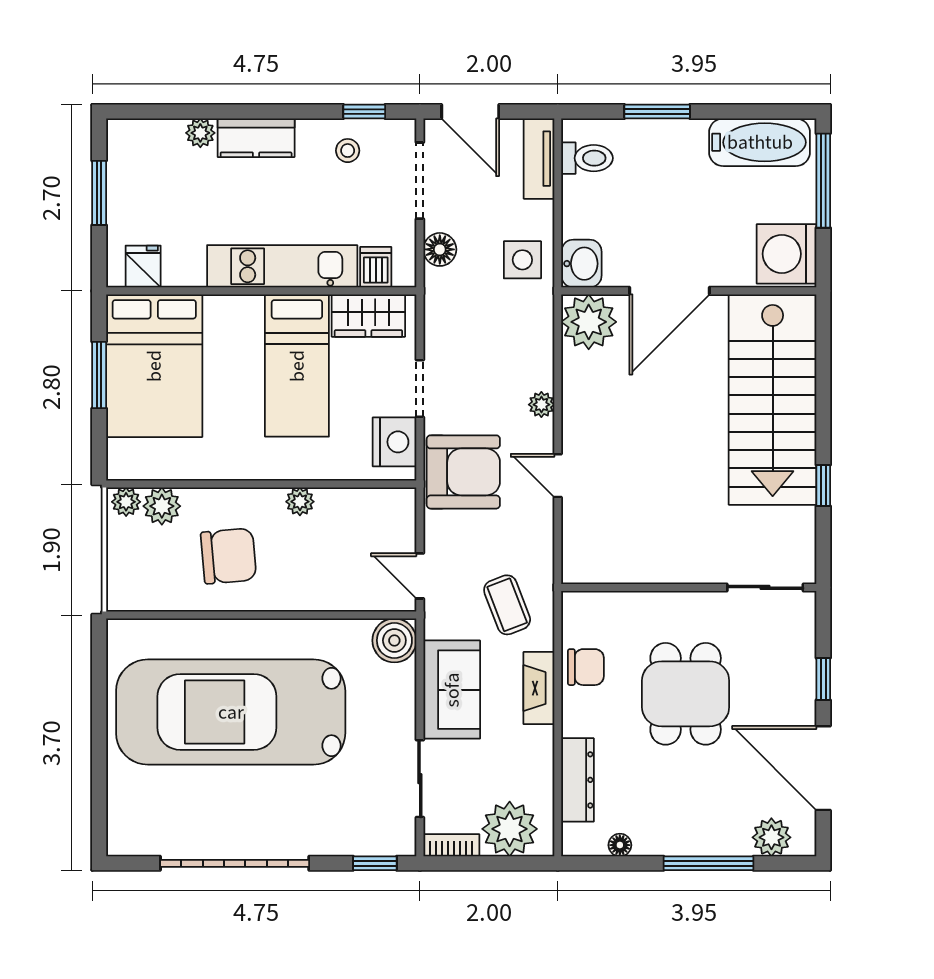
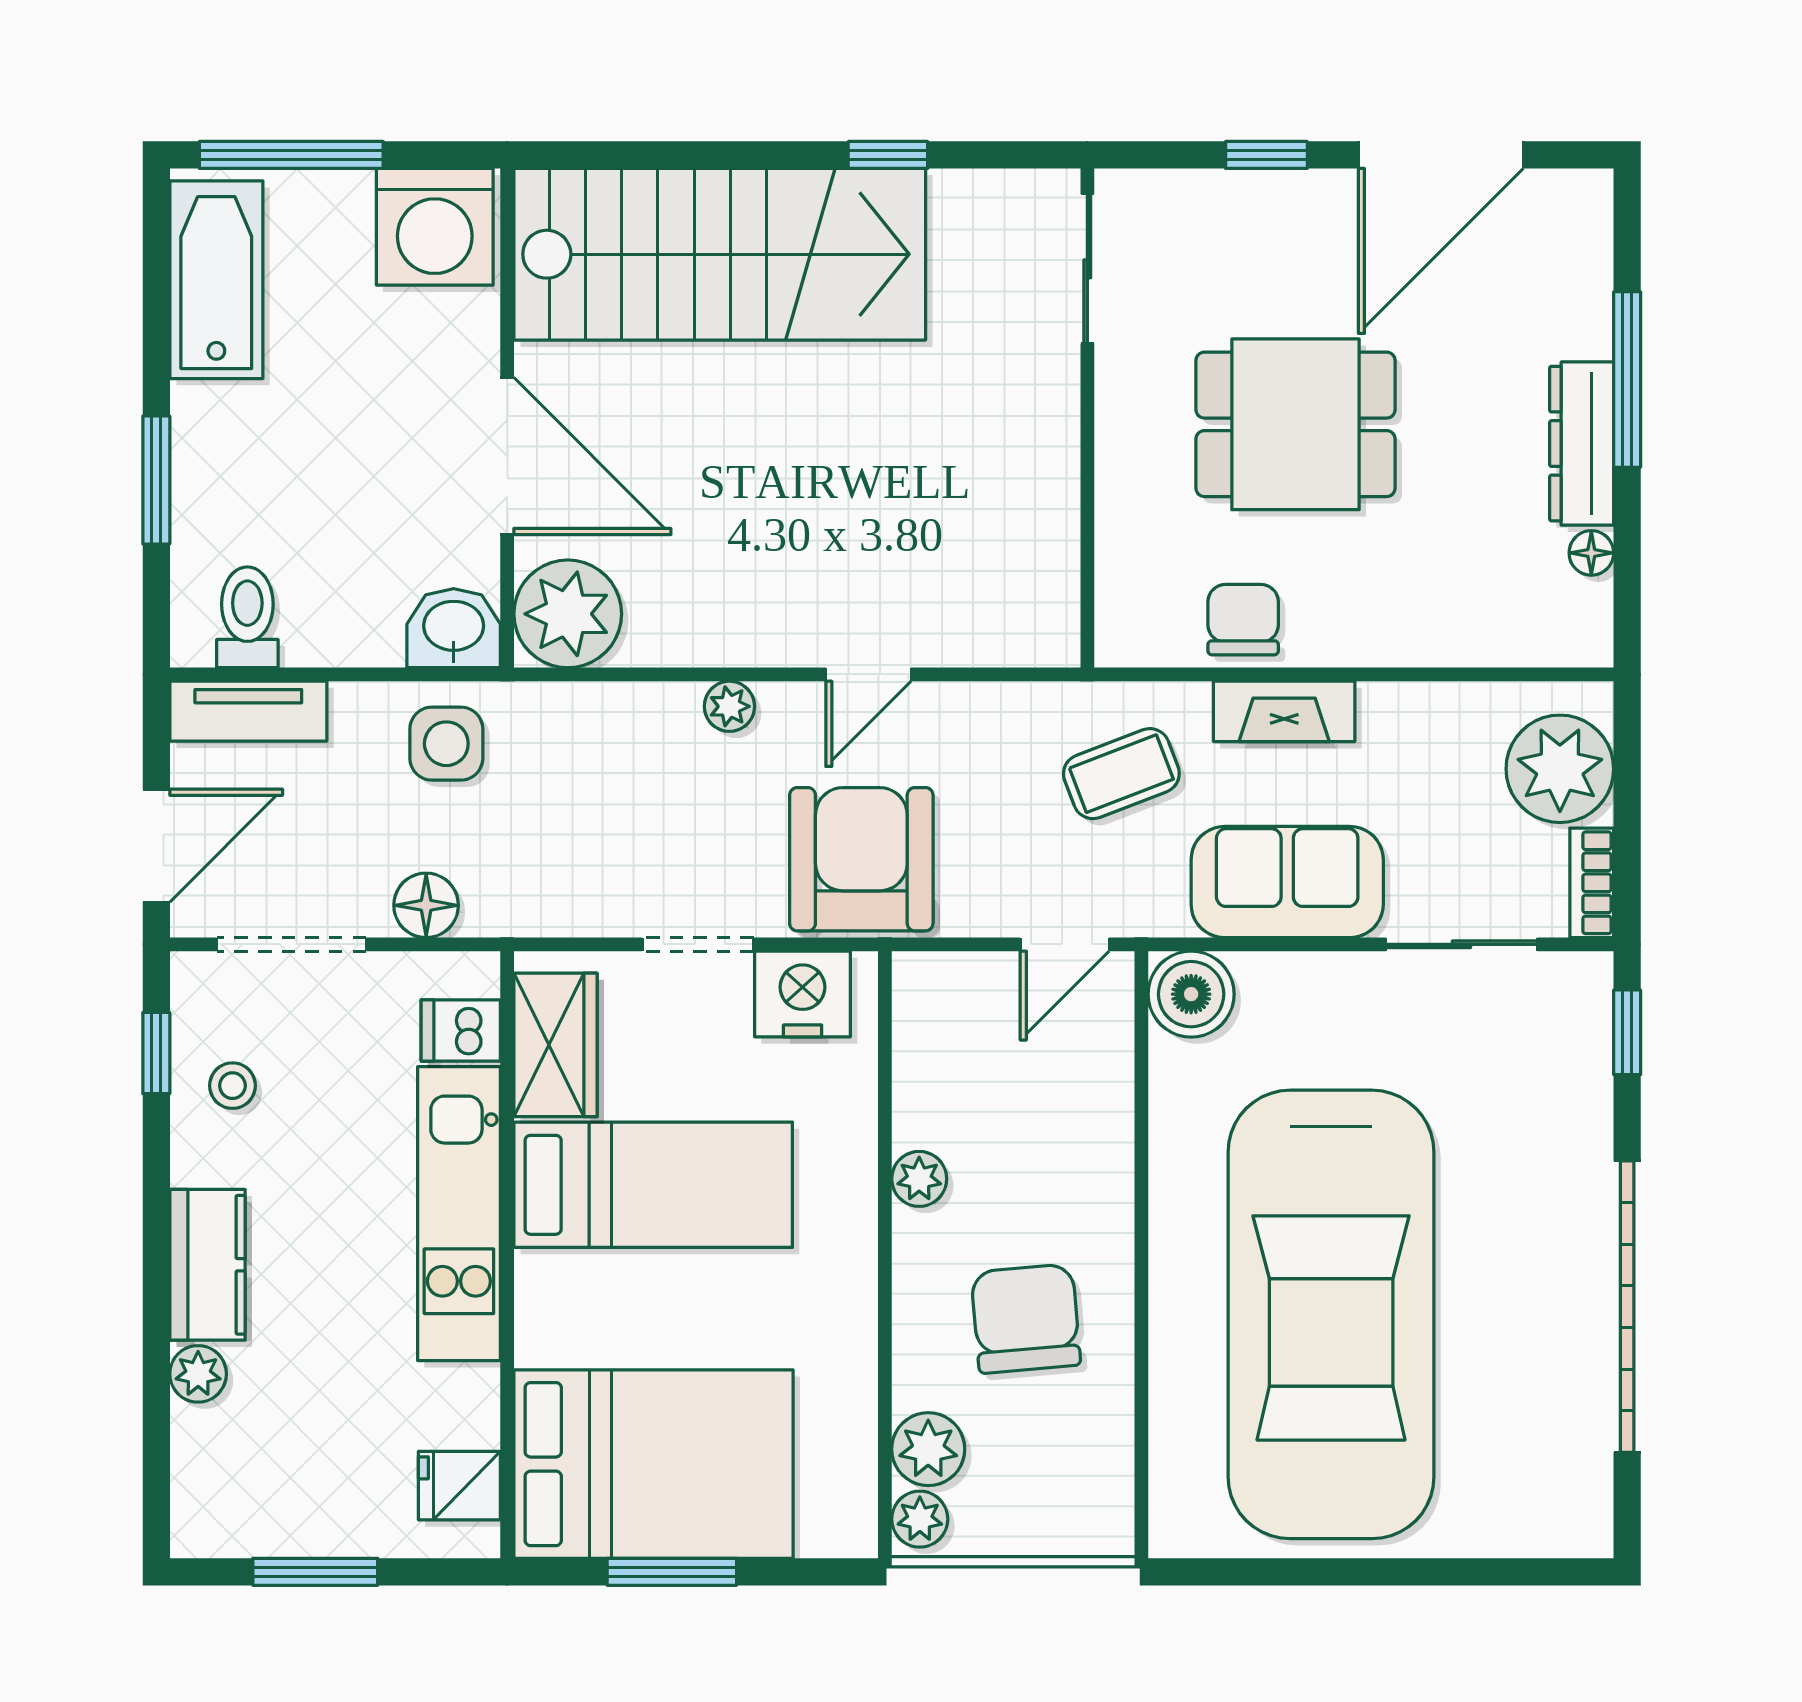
dresser: (578, 780) -> (1582, 444), moved, turned -90
plant: (771, 837) -> (1576, 256), removed

